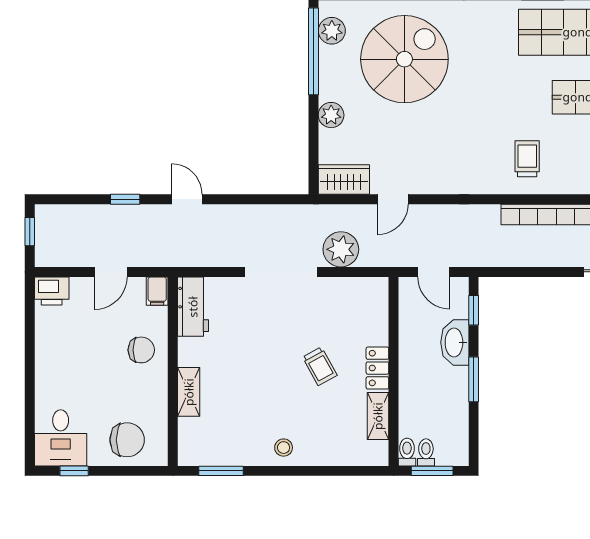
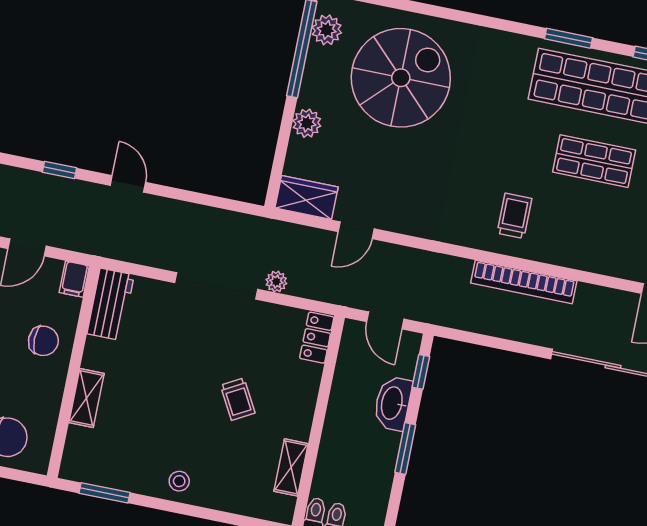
plant: (341, 249) -> (276, 282), width x0.53, depth x0.53
locker: (377, 368) -> (317, 338), moved

